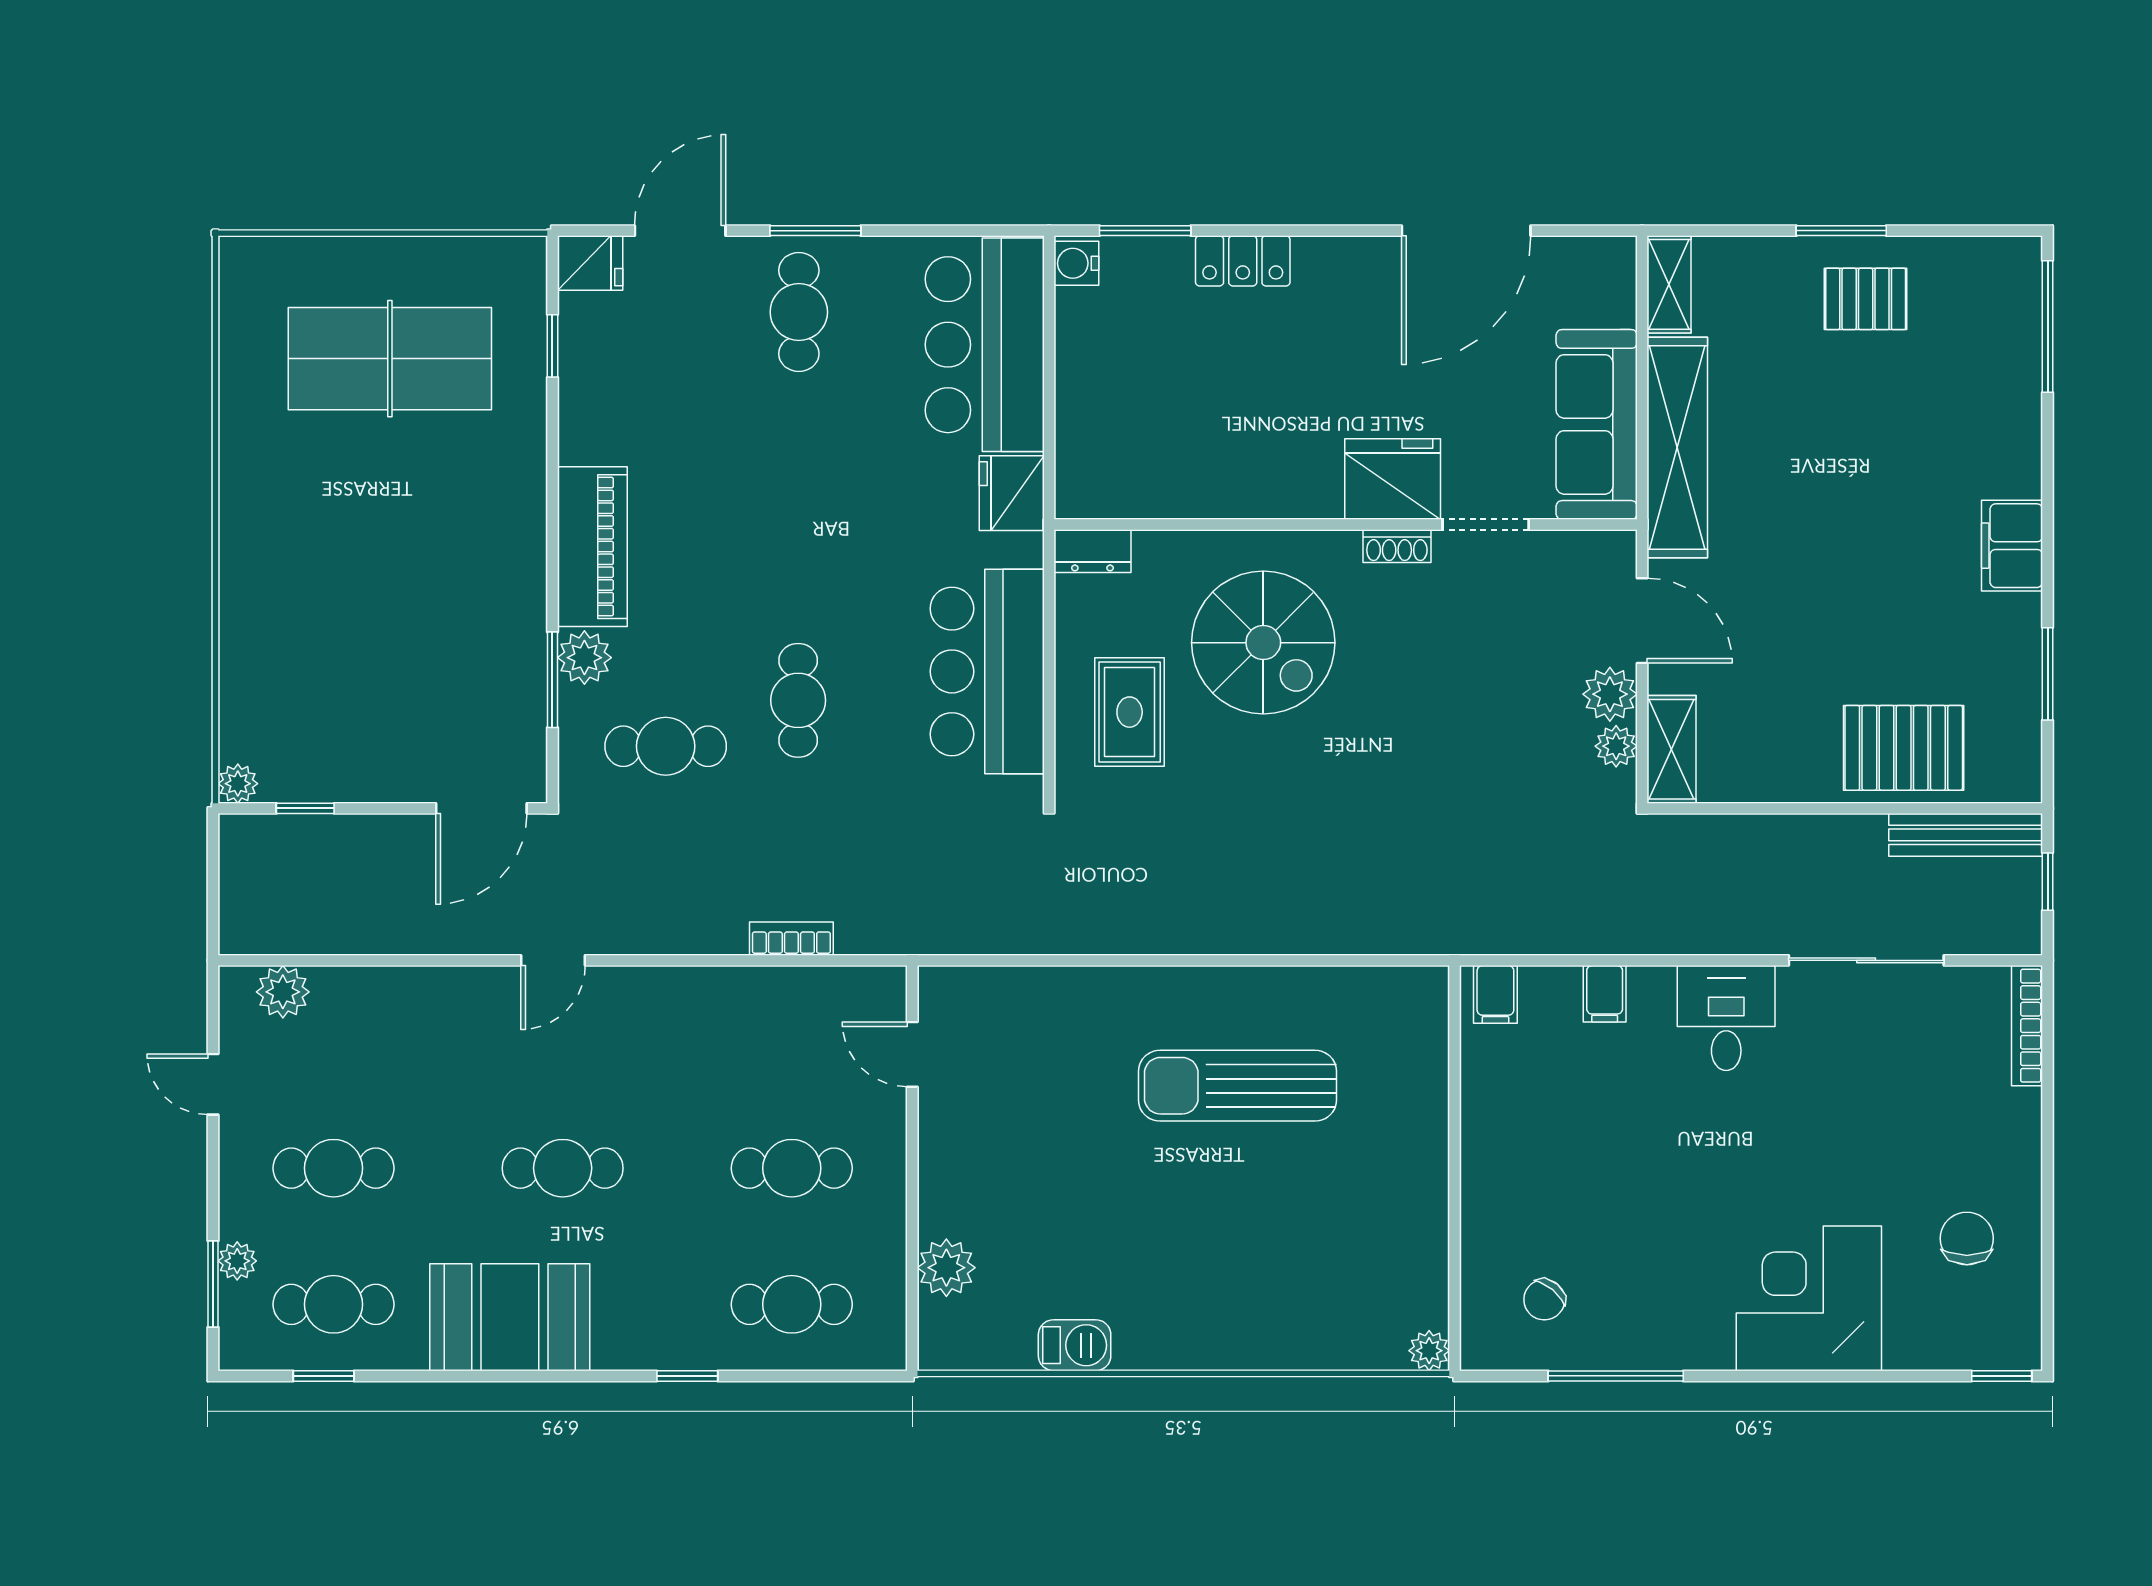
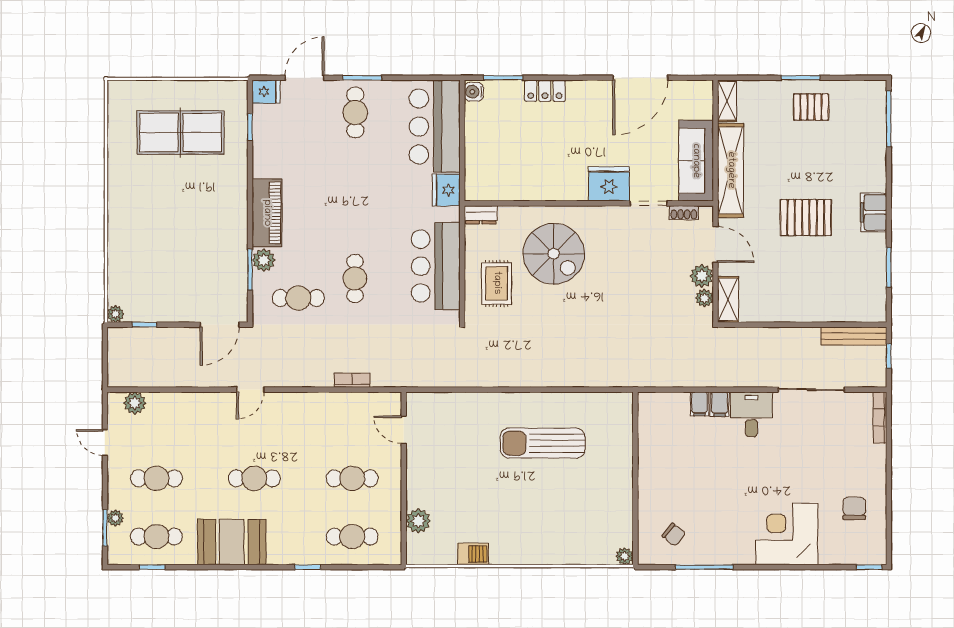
shoe rack: (1397, 546) -> (684, 213), moved
pallet: (1904, 748) -> (806, 218), moved
filing cabinet: (1495, 994) -> (720, 404), moved
chair: (1544, 1300) -> (674, 535), turned -92

